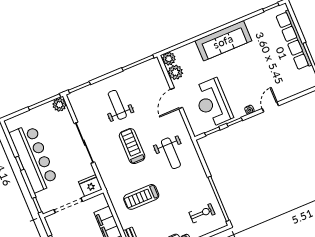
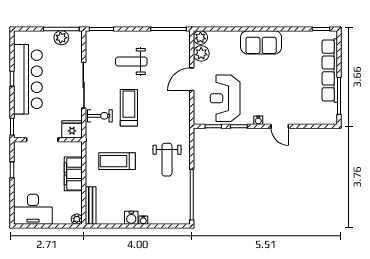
sofa: (223, 41) -> (261, 42), width x0.73
plant: (59, 105) -> (61, 38), moved
weight bench: (117, 105) -> (131, 61), turned -90
door: (270, 107) -> (280, 126), swing flipped
weight bench: (171, 153) -> (167, 160), moved
exercise bike: (202, 213) -> (100, 116), moved

